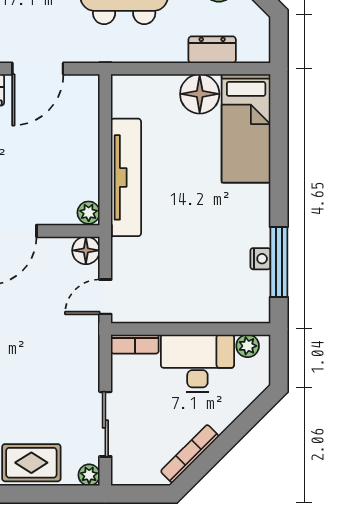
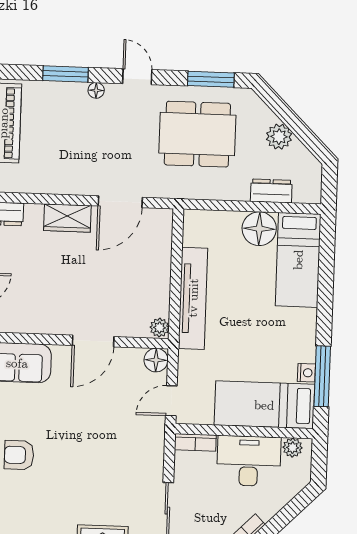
bed: (213, 297) -> (264, 405), added

